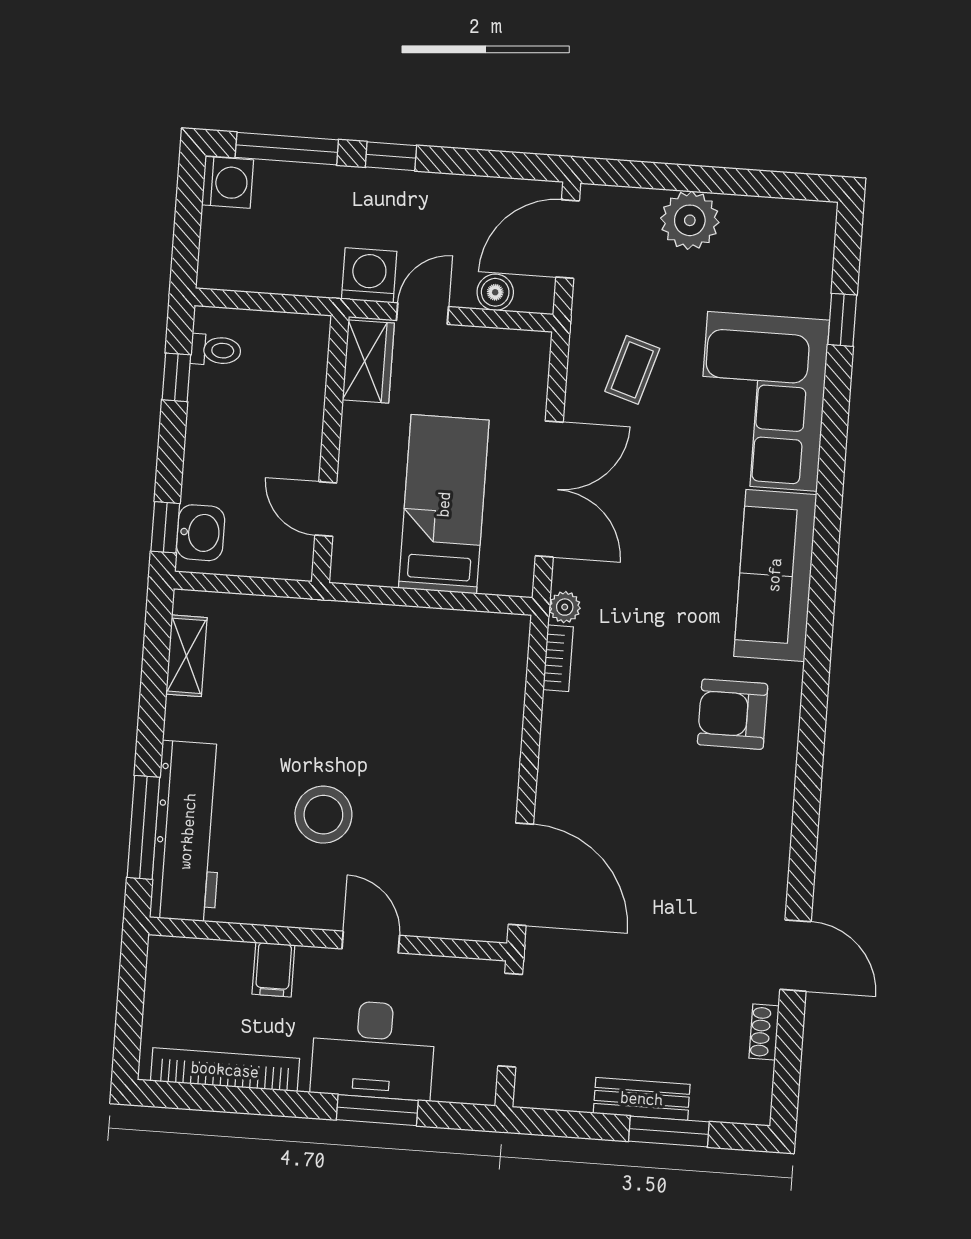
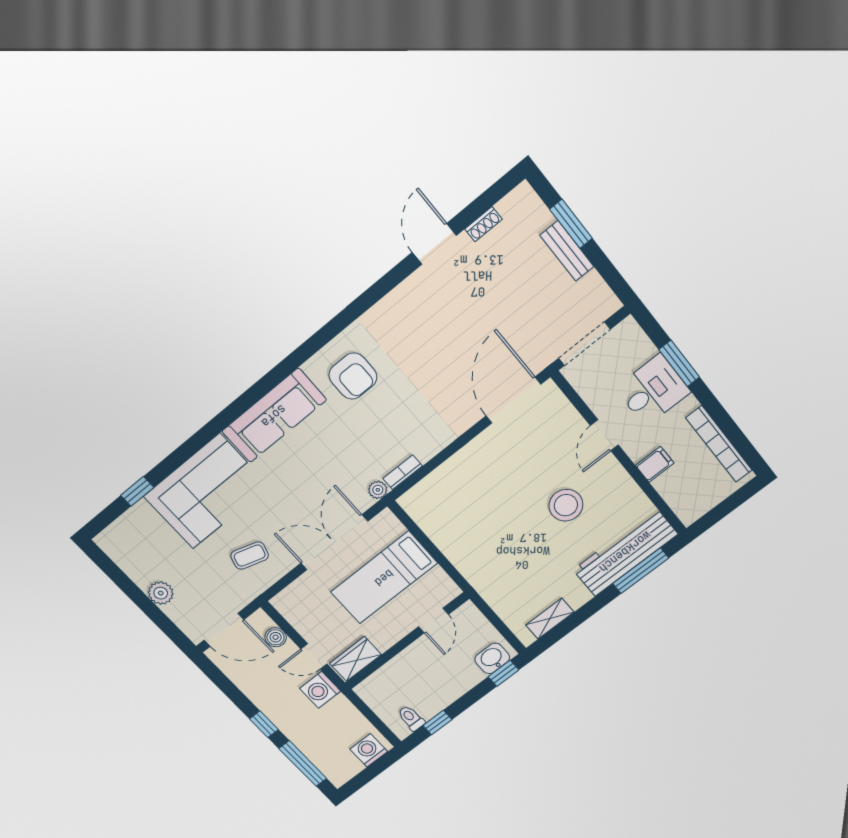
washing machine: (228, 182) -> (369, 750), moved
plant: (690, 220) -> (161, 593), width x0.73, depth x0.73
desk: (373, 1050) -> (653, 390), width x0.73

